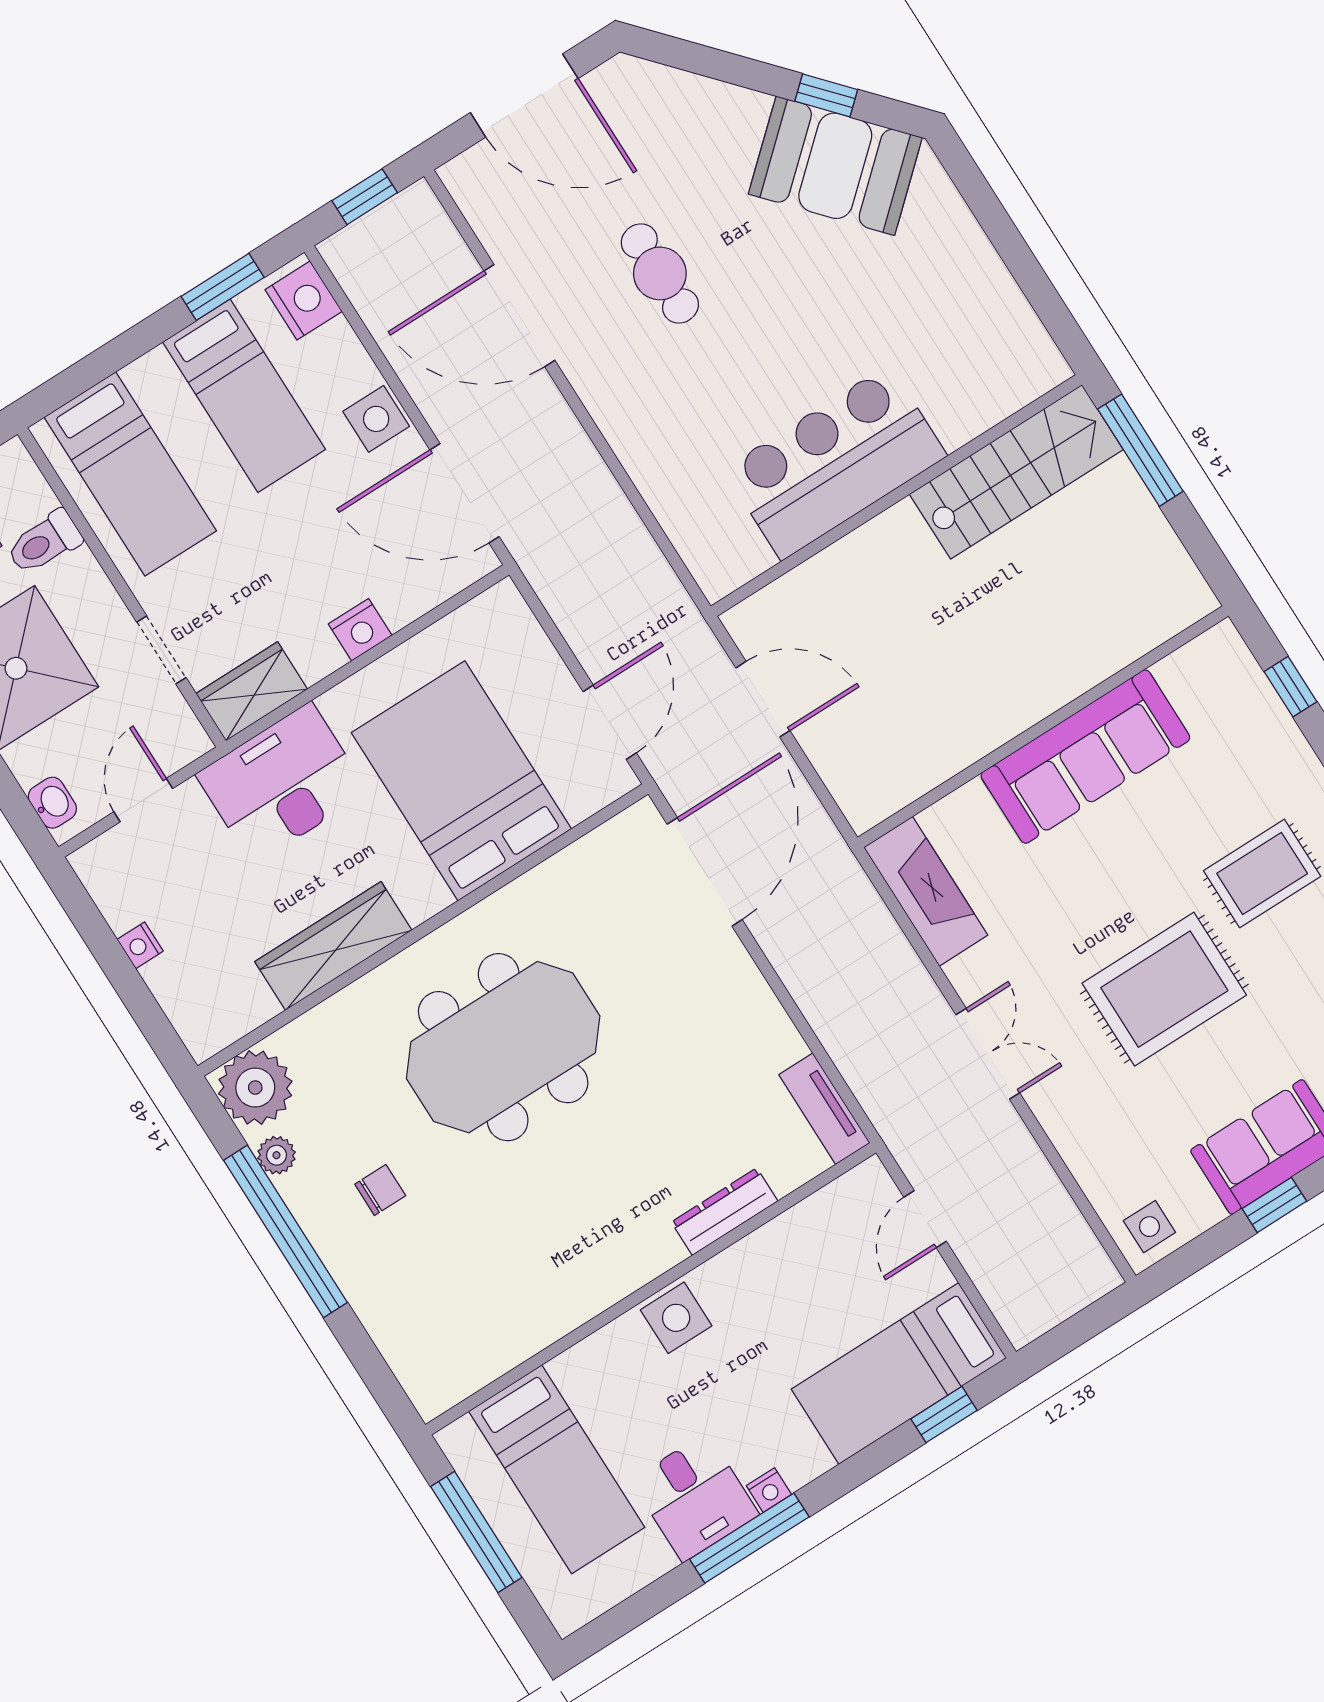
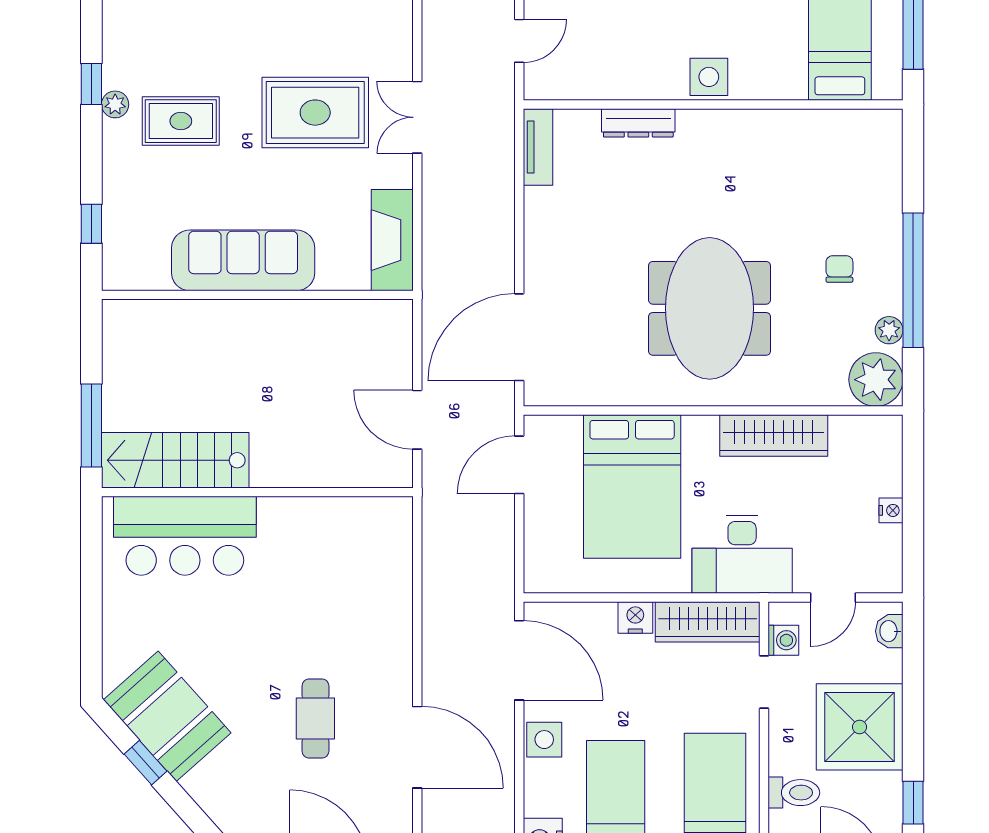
bar counter: (835, 463) -> (185, 536), moved
wardrobe: (252, 691) -> (708, 622), width x1.50
washing machine: (170, 713) -> (783, 640), added
rug: (1164, 989) -> (315, 113), moved
meeting table: (503, 1047) -> (710, 308), turned 90
chair: (380, 1190) -> (839, 269), turned 90

